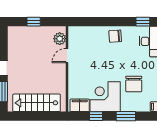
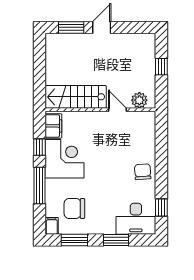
chair: (134, 84) -> (74, 209), moved
stairs: (37, 103) -> (76, 97), moved, turned -90
window: (126, 116) -> (40, 186), width x1.44

